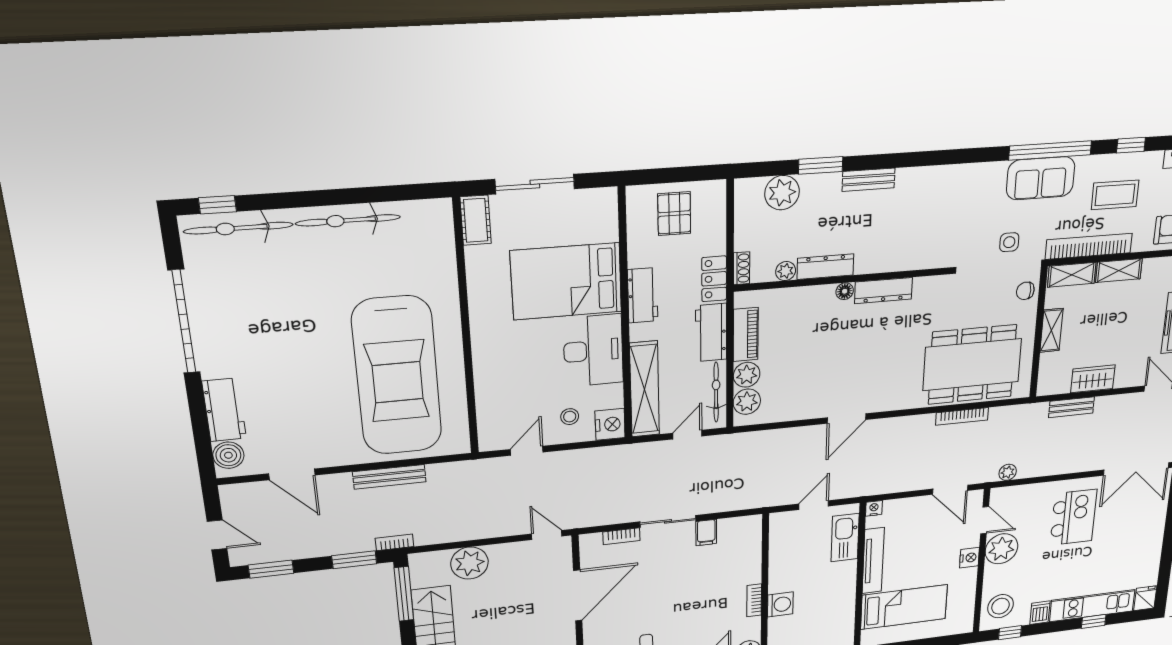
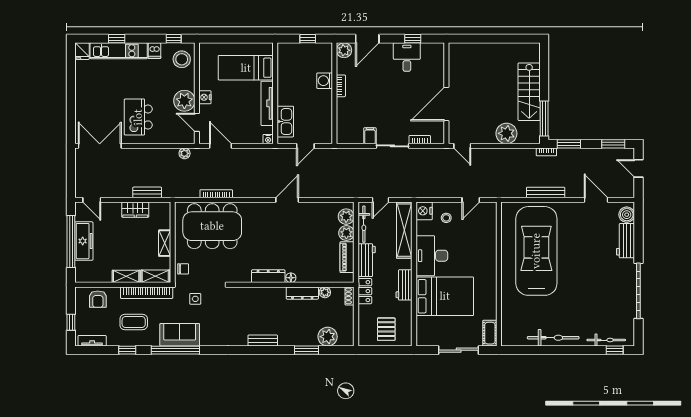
bench: (869, 180) -> (263, 341), moved
bicycle: (239, 228) -> (606, 340), width x0.73, depth x0.71

